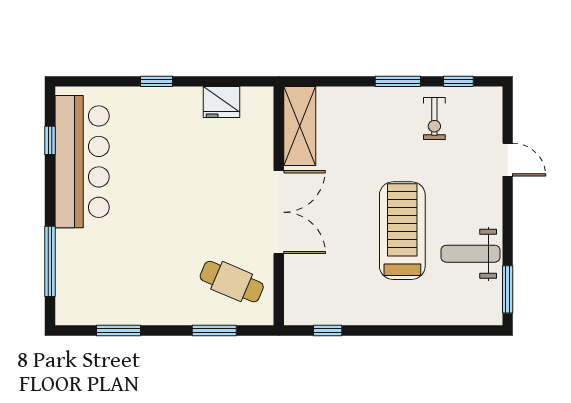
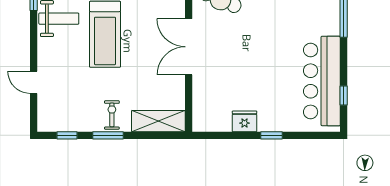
fridge: (221, 102) -> (245, 121), moved
exercise bike: (434, 119) -> (112, 115), moved
shelving: (300, 126) -> (158, 121), moved, turned 90

